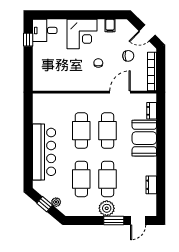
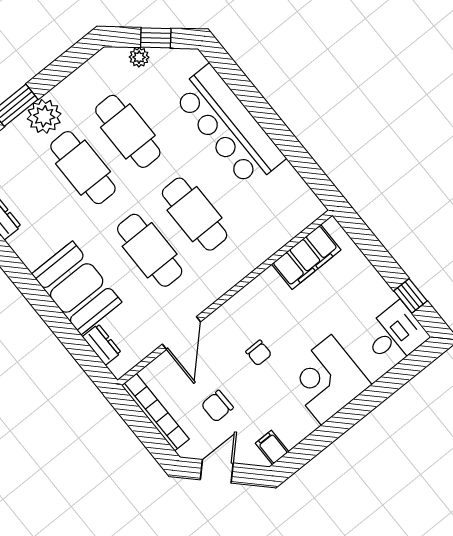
filing cabinet: (110, 26) -> (272, 447), moved
filing cabinet: (54, 83) -> (306, 257), added

